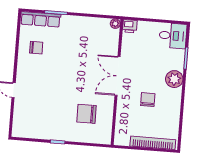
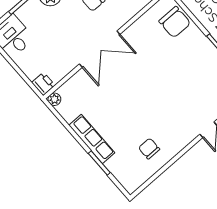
row of seats: (41, 19) -> (92, 139), moved
chair: (86, 114) -> (175, 22), moved

